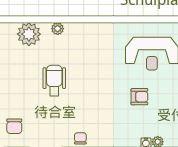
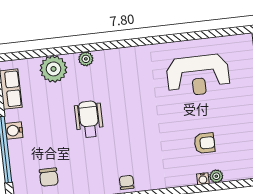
armchair: (139, 97) -> (205, 143), moved

